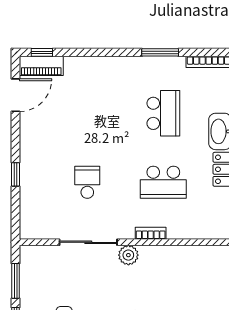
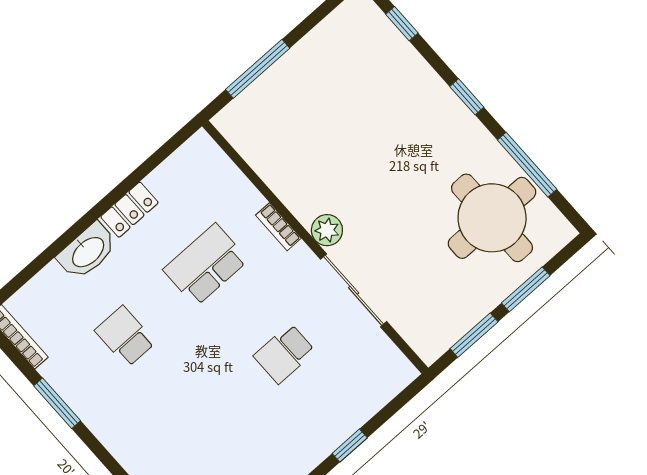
school desk: (163, 113) -> (125, 336), width x0.54
school desk: (163, 182) -> (206, 265), turned -90

